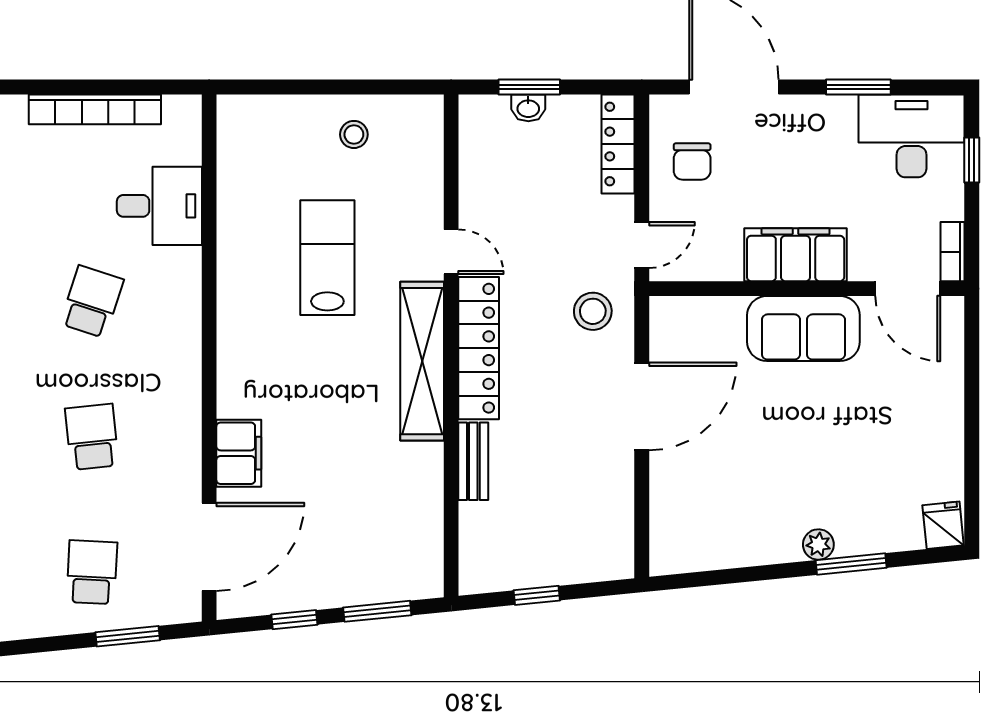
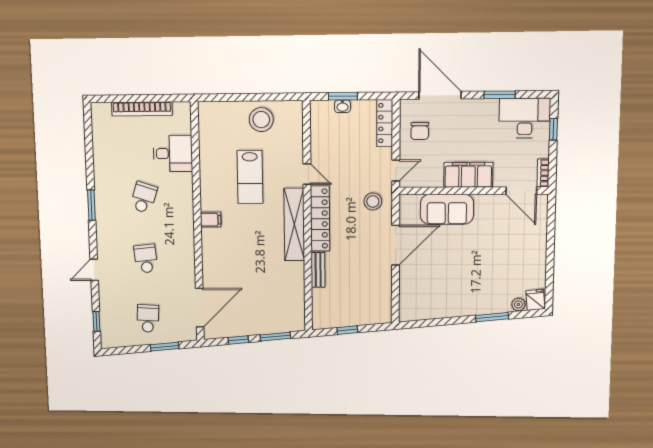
stool: (354, 134) -> (261, 120), width x1.89, depth x1.89
lab bench: (327, 258) -> (250, 177), turned 180
sofa: (803, 328) -> (447, 209), moved
filing cabinet: (239, 453) -> (211, 220), moved, width x0.50
plant: (818, 545) -> (518, 304), moved

